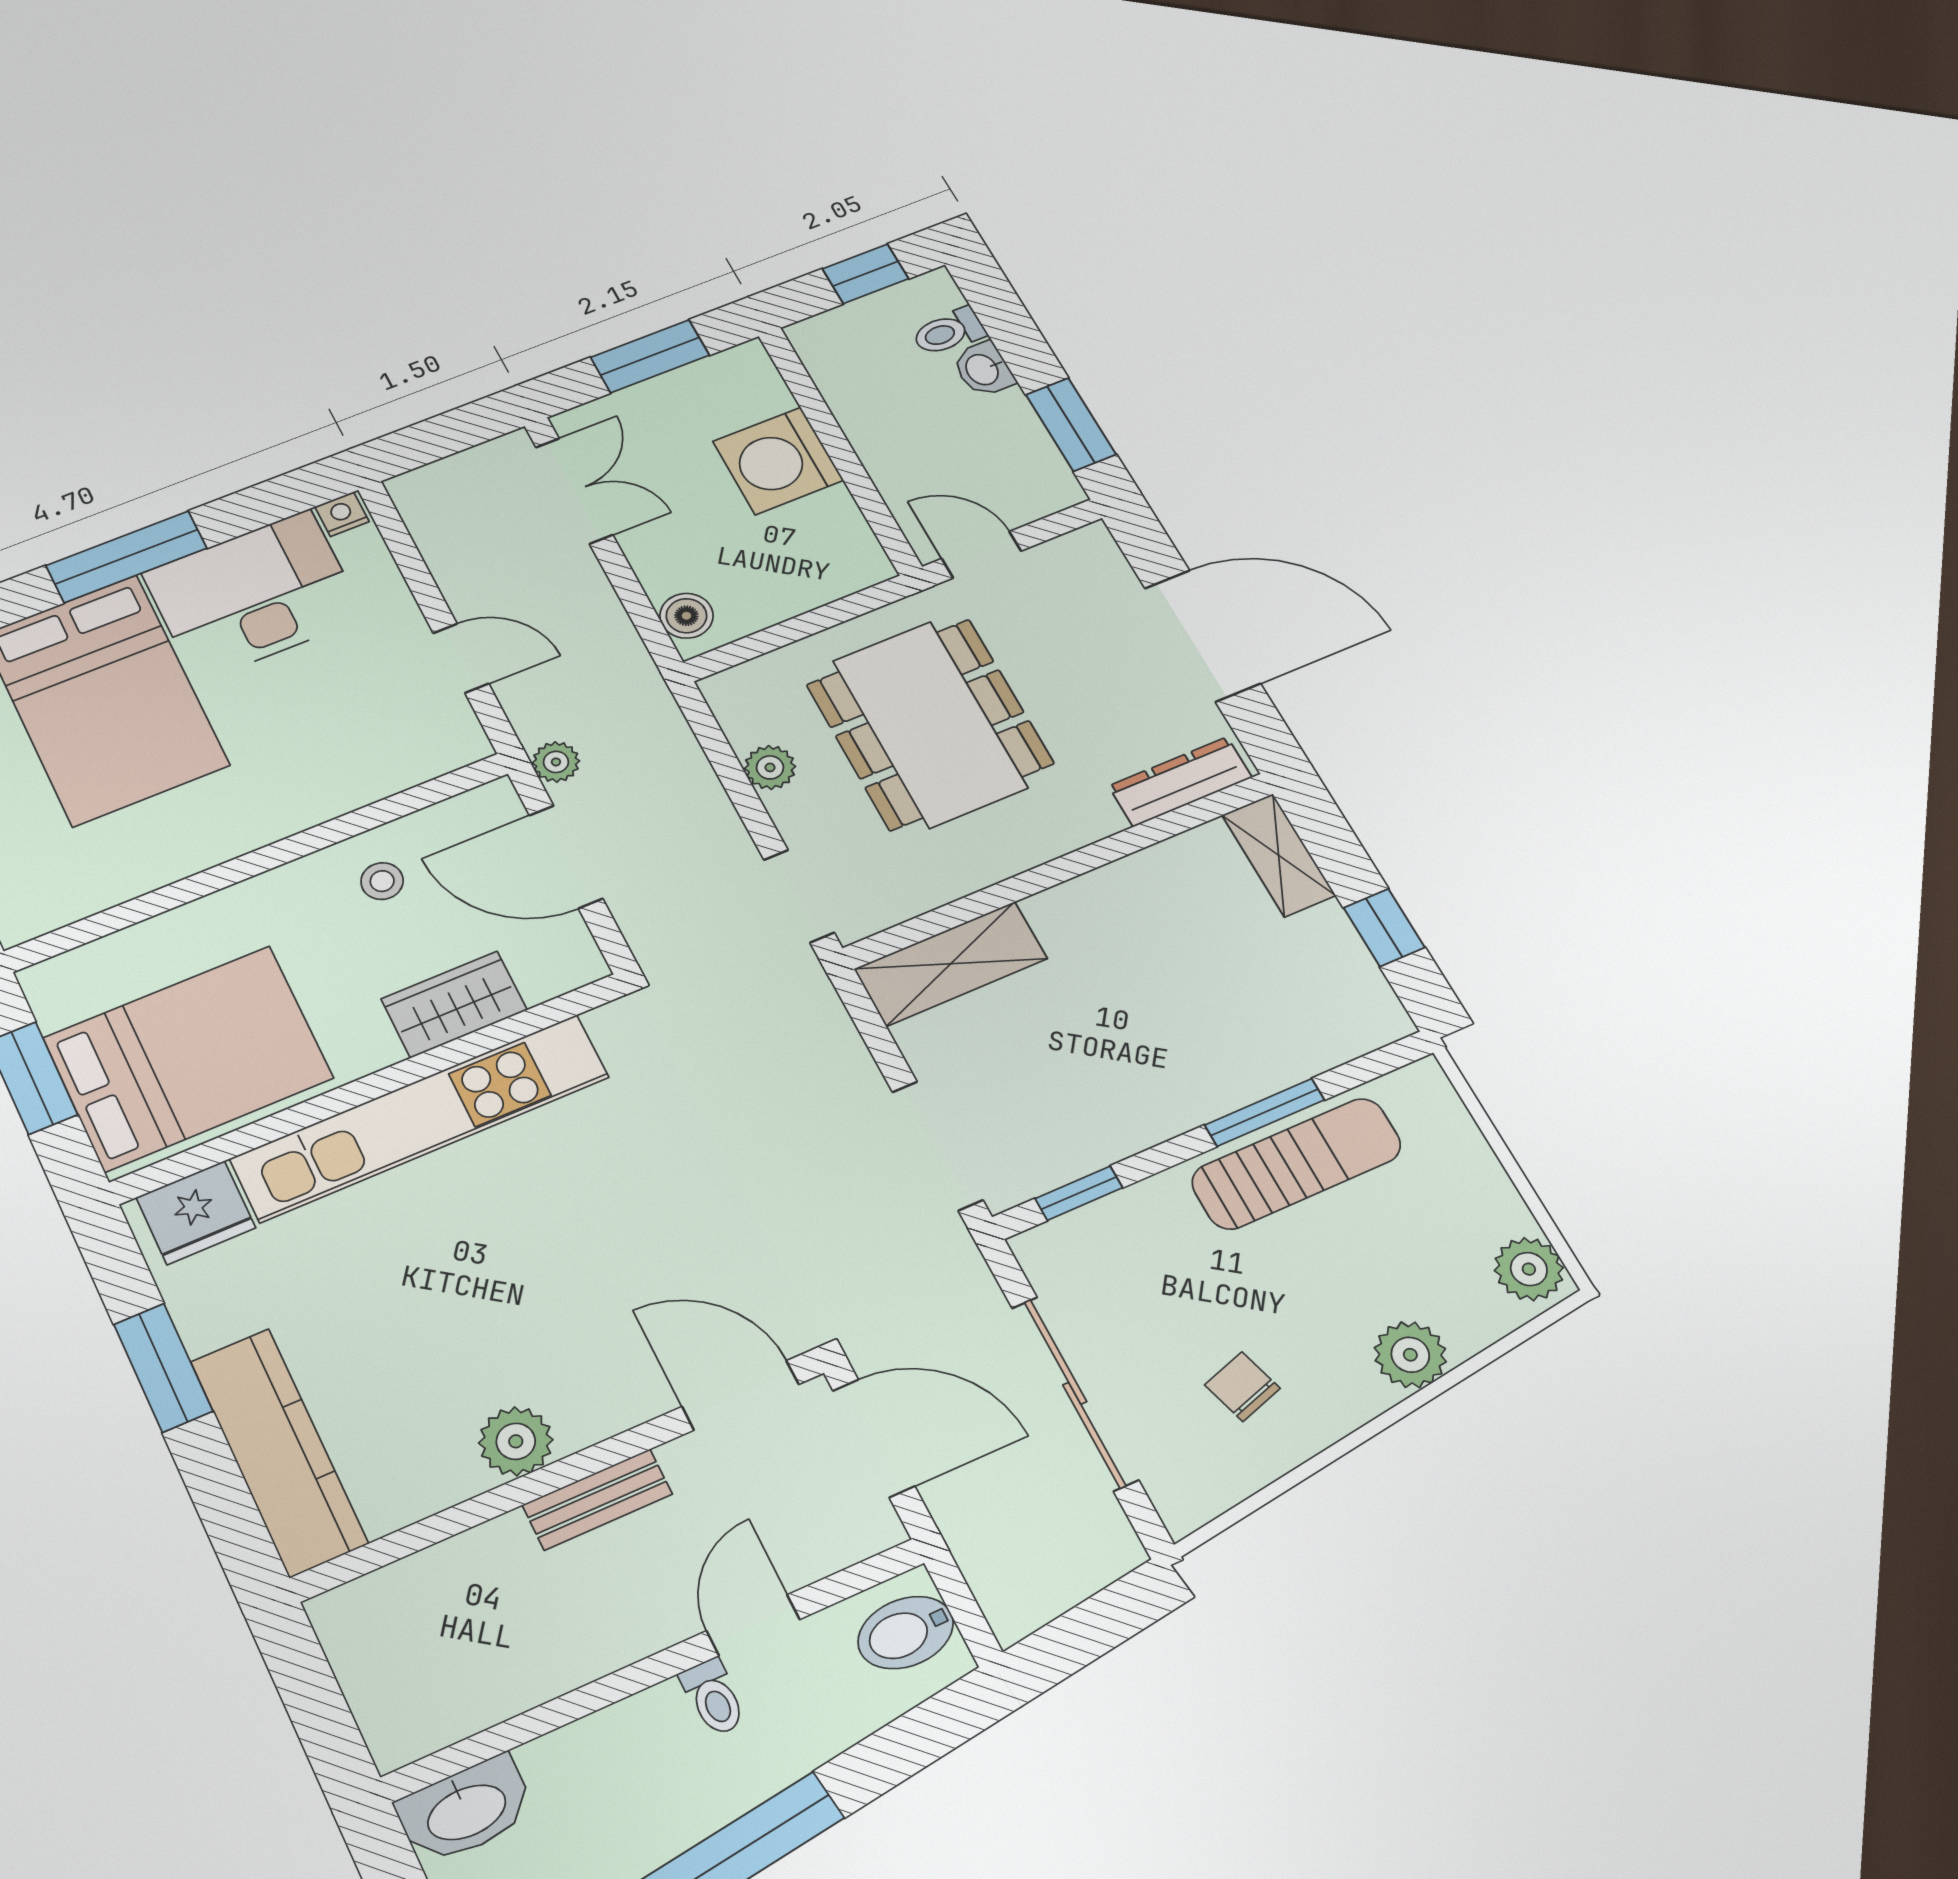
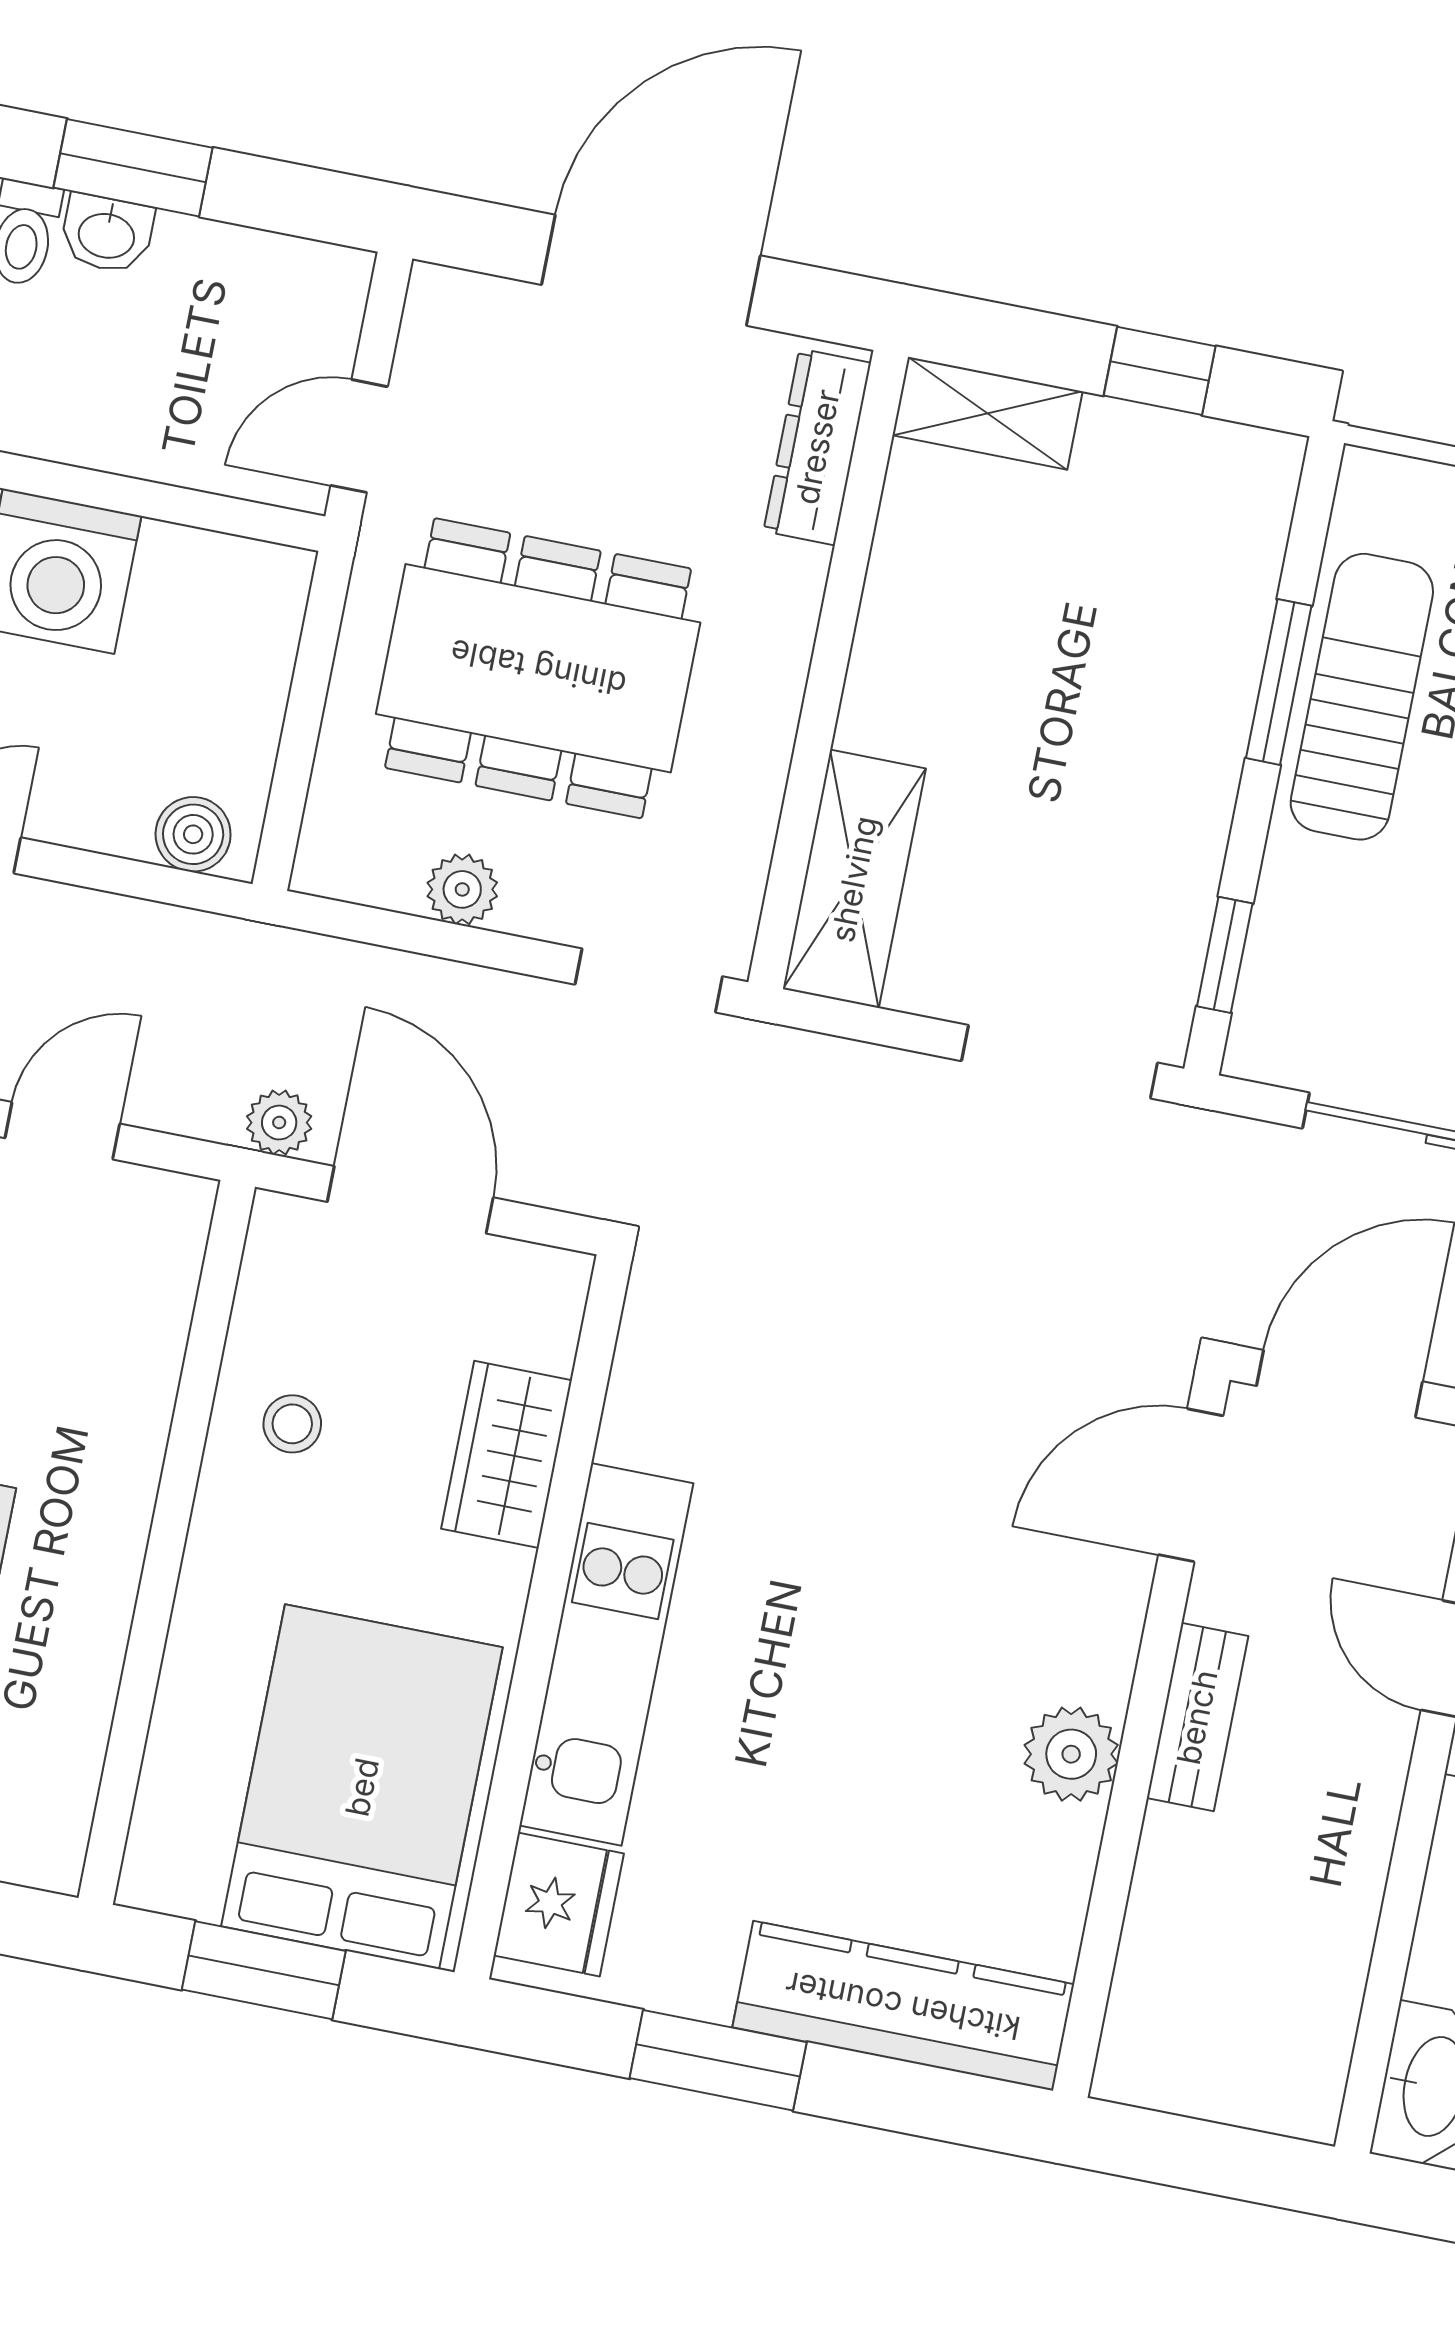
window: (1071, 425) -> (133, 168), moved
door: (566, 857) -> (410, 1200), swing flipped
kitchen unit: (420, 1118) -> (606, 1654), width x0.73

